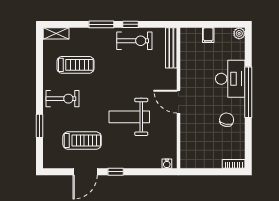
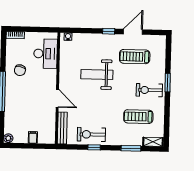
window: (101, 24) -> (131, 148), moved
desk: (230, 79) -> (46, 54), moved, turned 180
door: (179, 102) -> (57, 98), moved
weight bench: (129, 117) -> (97, 74), turned 180
window: (40, 126) -> (168, 83), moved

